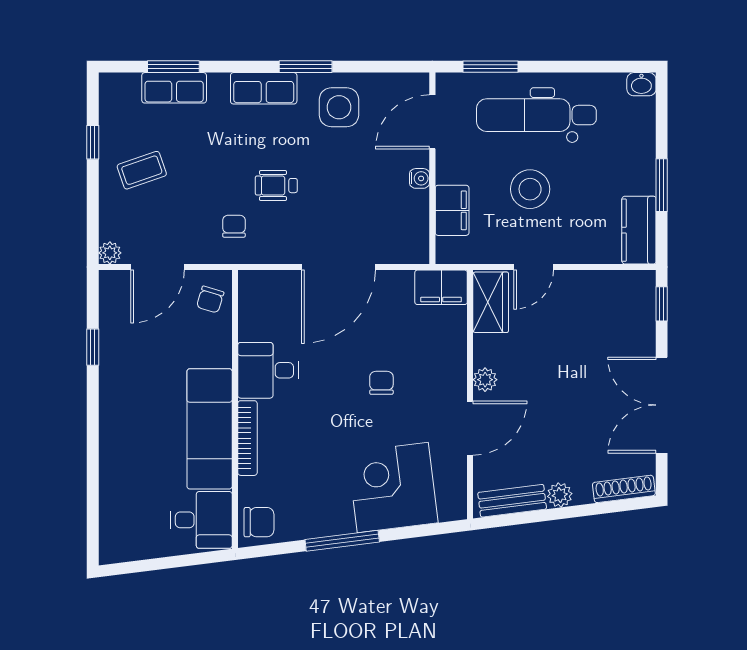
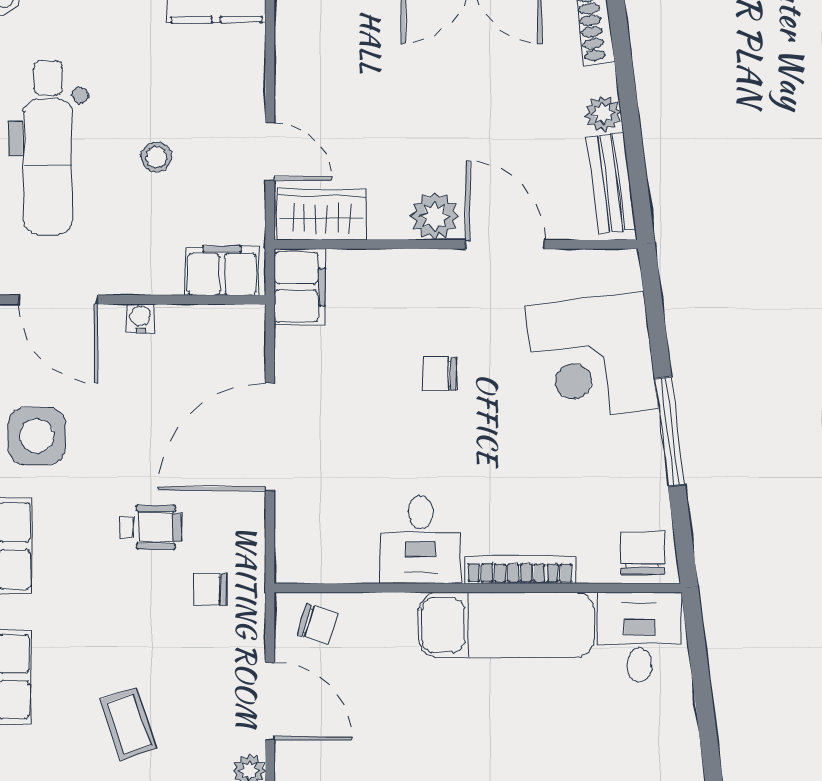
wheelchair: (276, 186) -> (151, 527), turned -90
stool: (530, 189) -> (156, 157), width x0.53, depth x0.53
filing cabinet: (452, 210) -> (222, 271), moved
door: (338, 267) -> (270, 437), swing flipped
plant: (485, 380) -> (435, 216), width x1.38, depth x1.38

